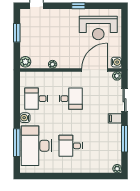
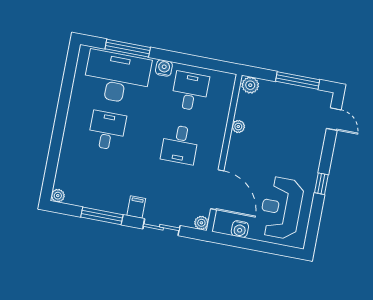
window: (17, 33) -> (298, 81), width x1.44
water cooler: (116, 62) -> (240, 229), moved

